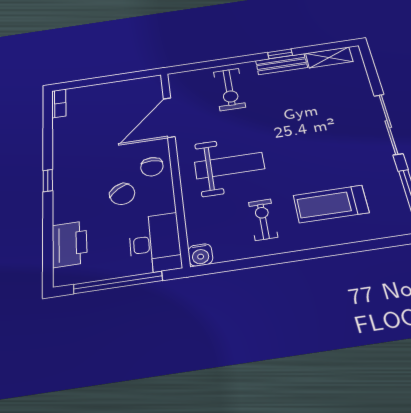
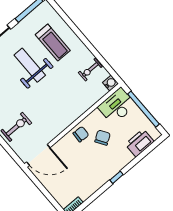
door: (169, 117) -> (38, 155), moved
weight bench: (229, 165) -> (30, 65), moved
exercise bike: (263, 220) -> (90, 70), moved

